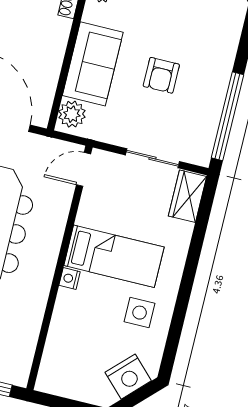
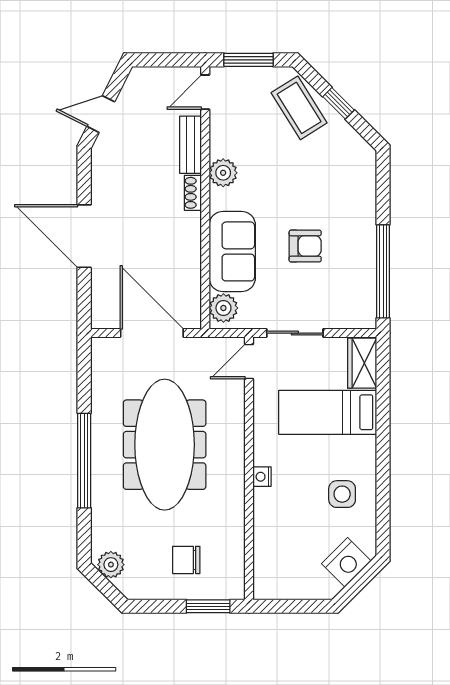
armchair: (161, 75) -> (305, 246), turned -90
sliding door: (152, 158) -> (295, 333), moved
bed: (114, 256) -> (328, 412), moved, turned 180

